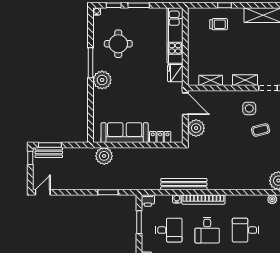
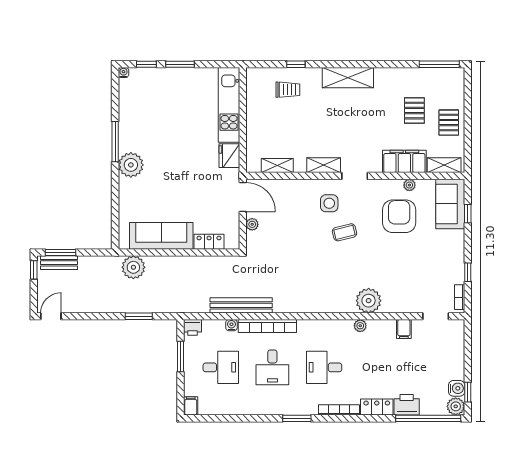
round table: (118, 44) -> (153, 116), removed
plant: (196, 128) -> (252, 224), width x0.53, depth x0.53

